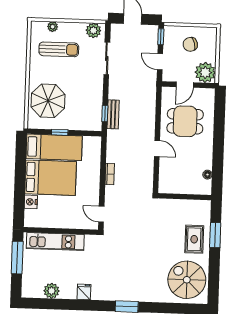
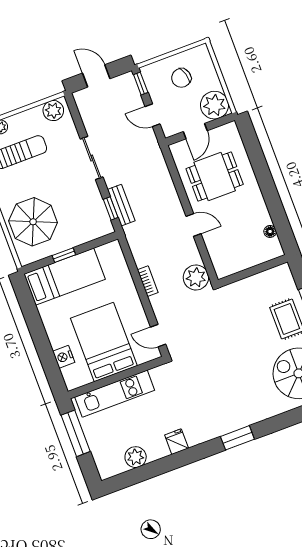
sliding door: (107, 59) -> (92, 158), moved
bed: (51, 178) -> (104, 342), moved, turned -90
plant: (144, 185) -> (196, 277), added

